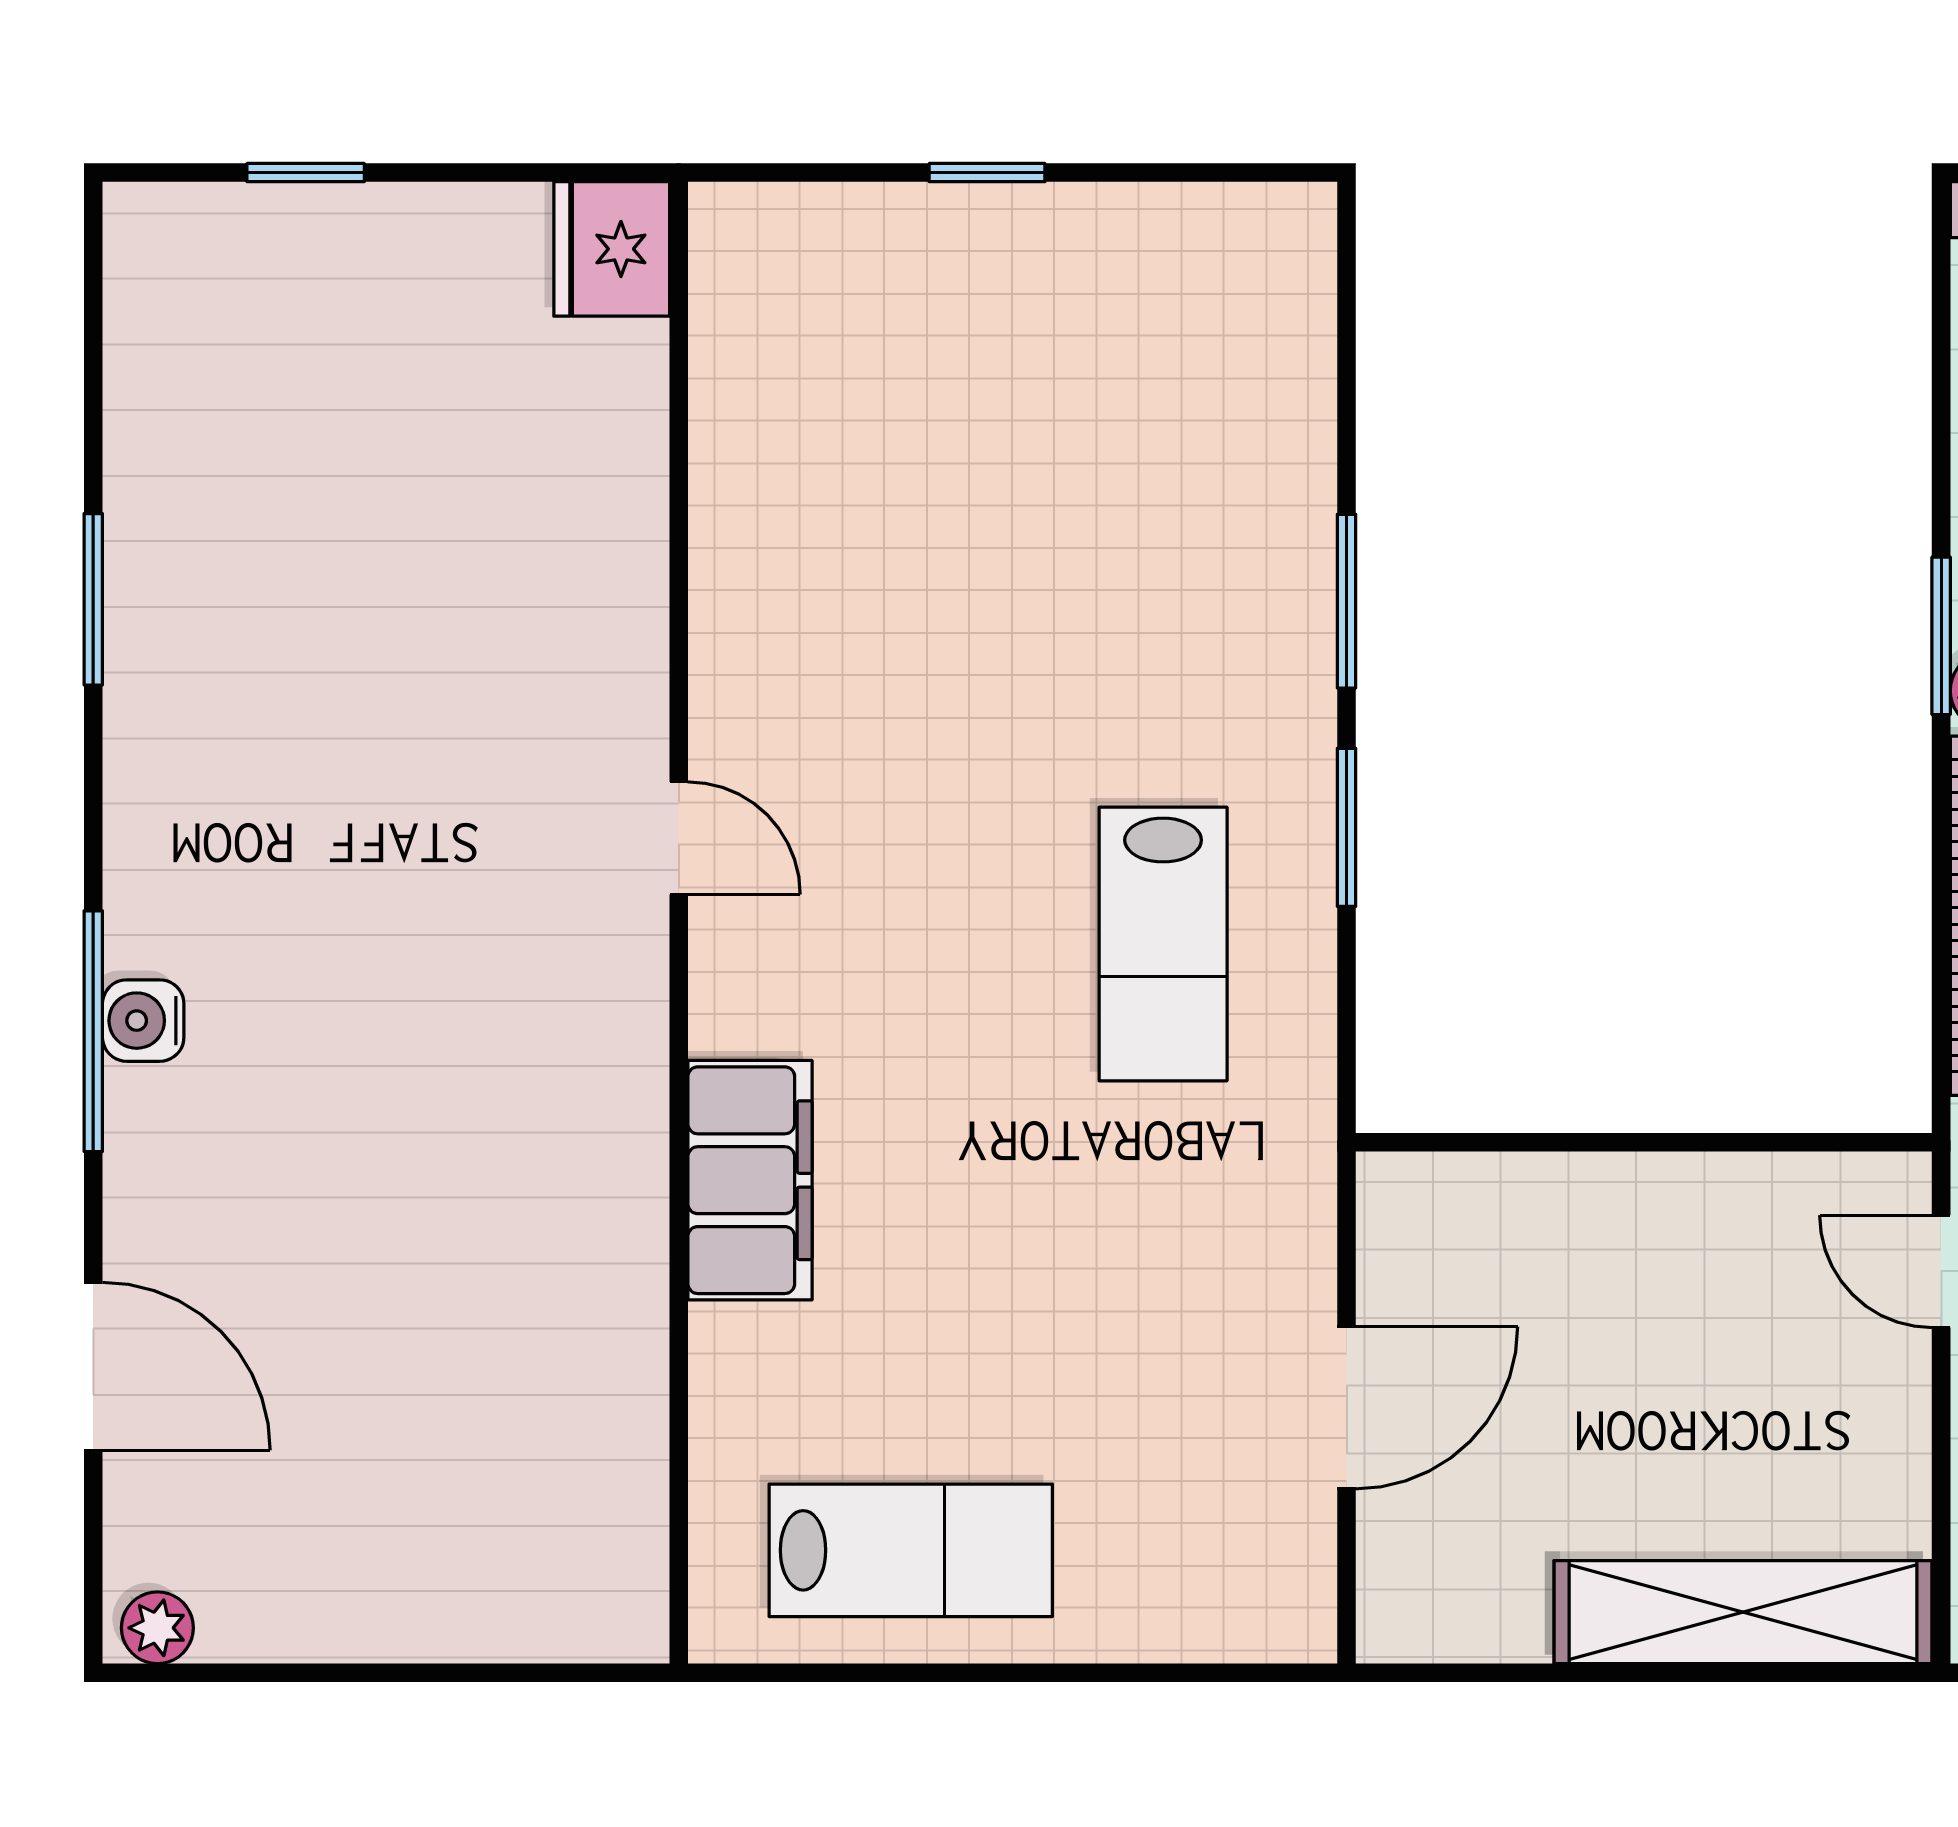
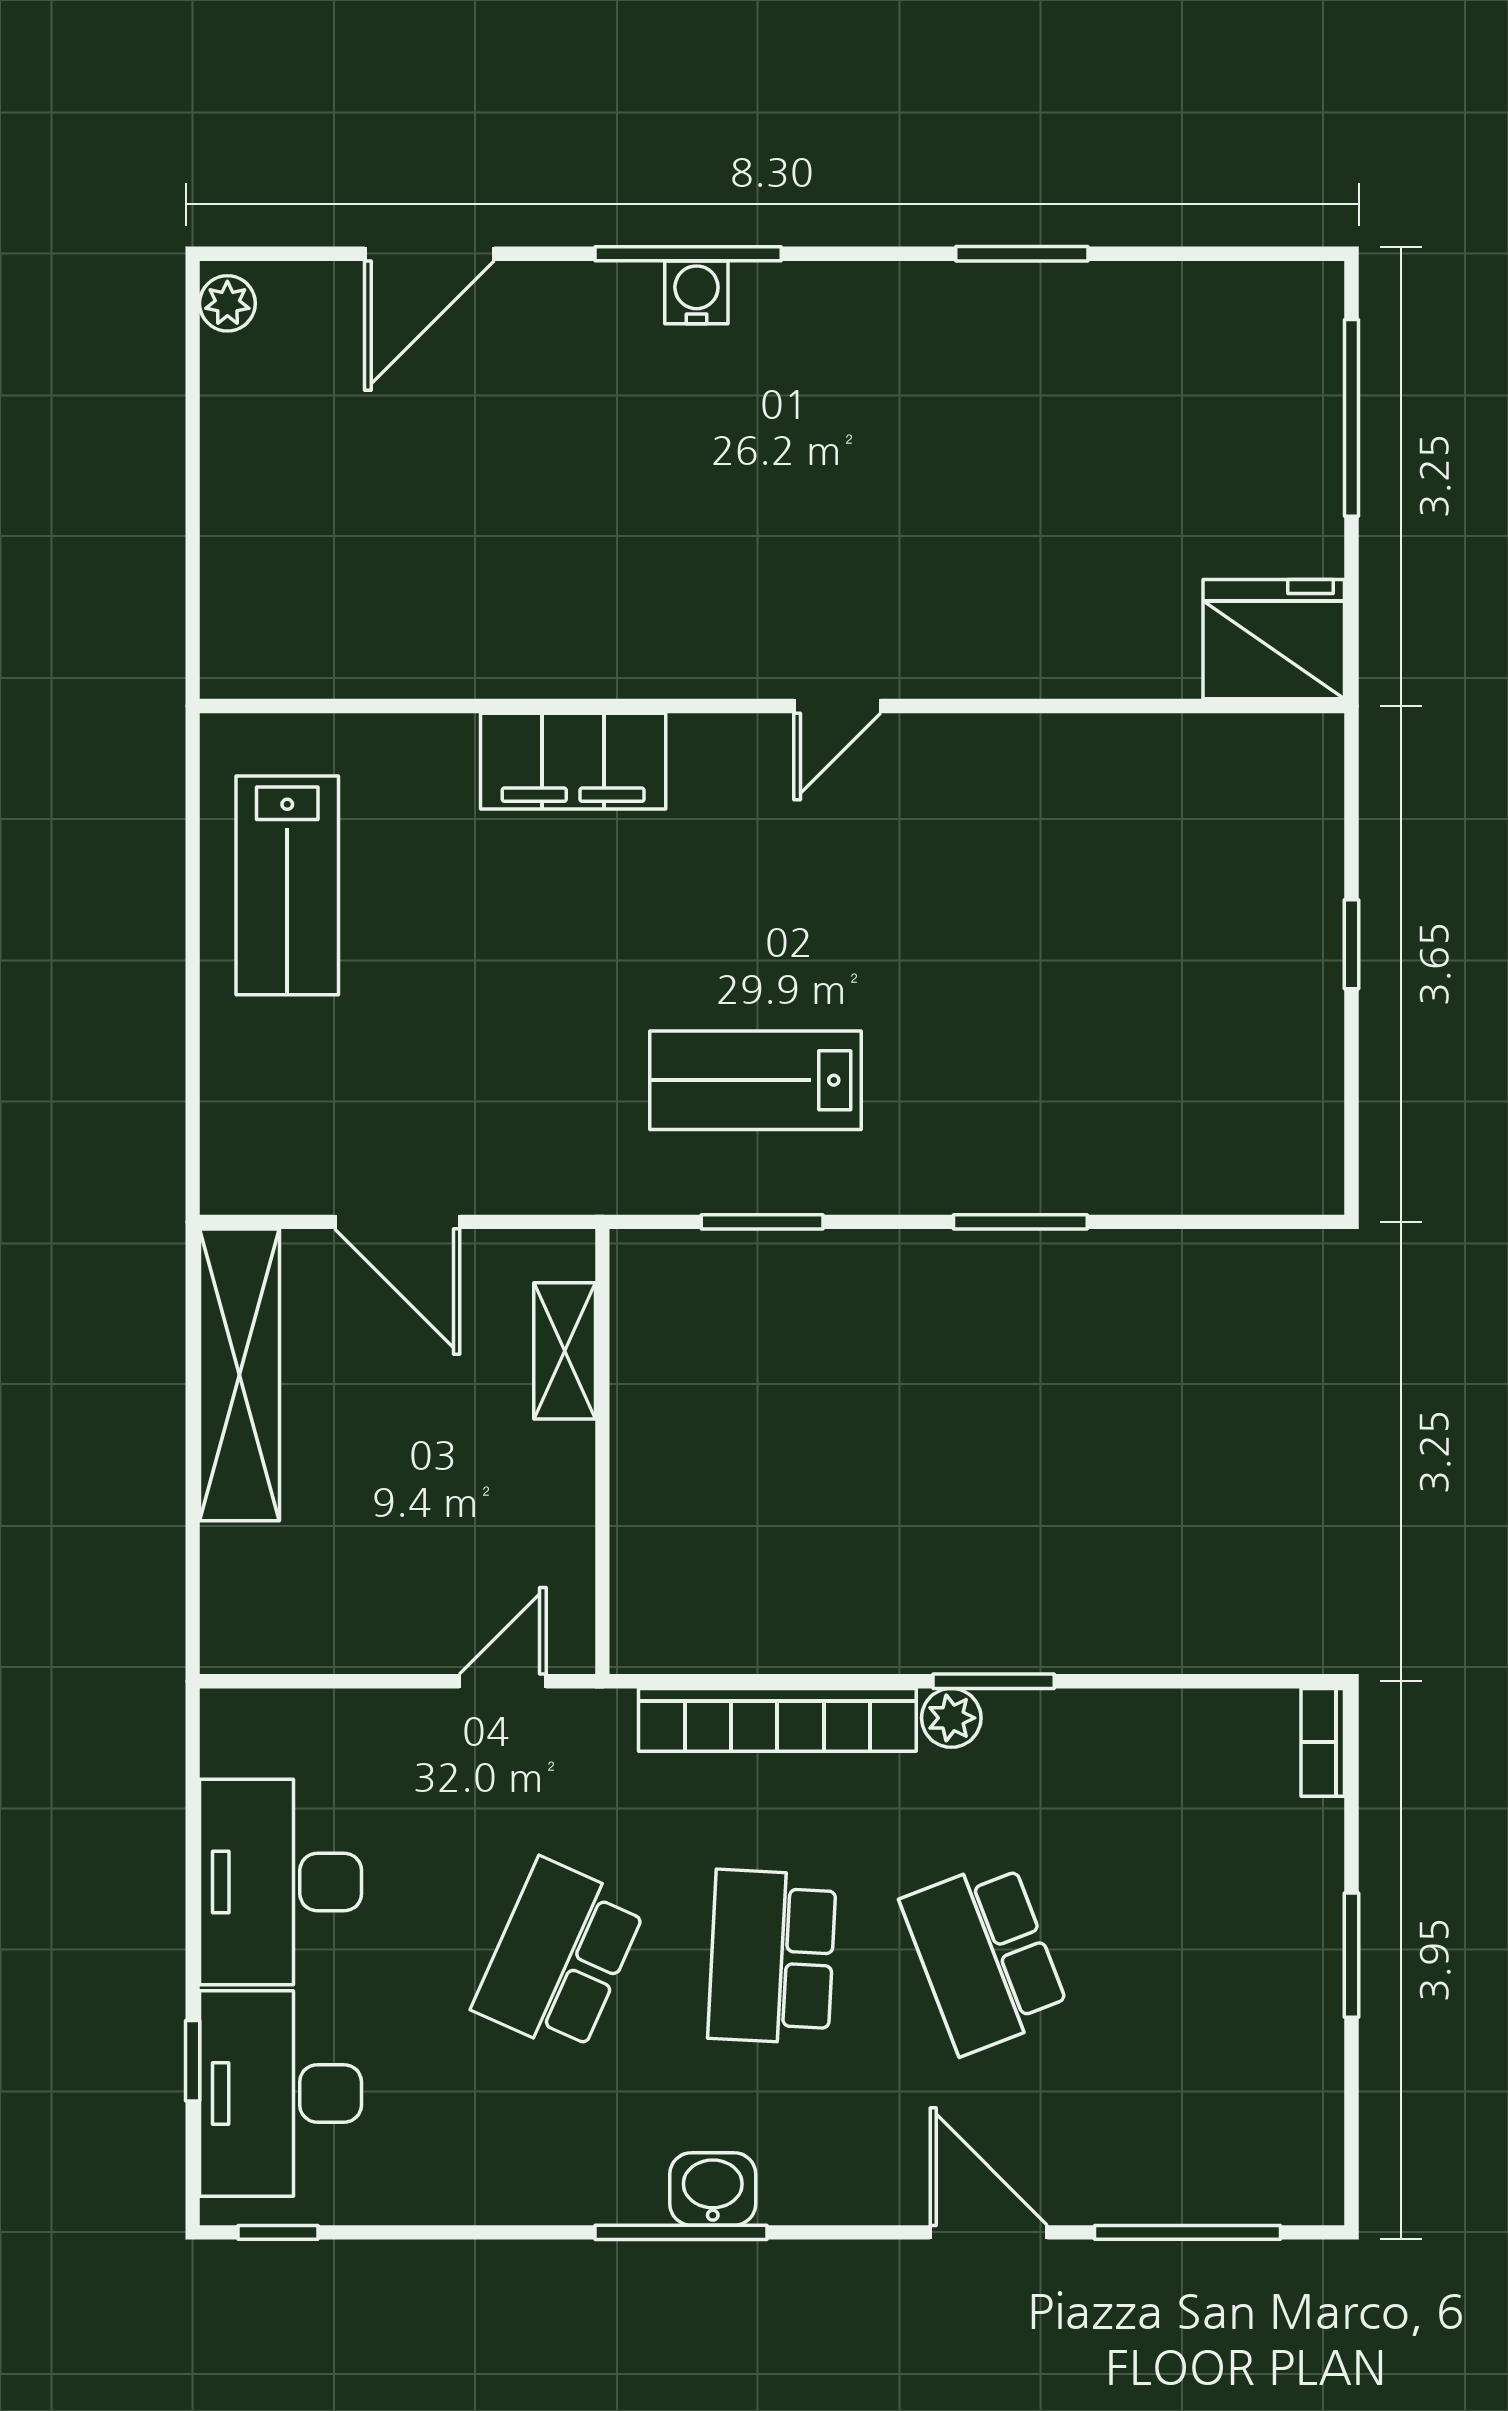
window: (306, 173) -> (1351, 418), width x2.17
fridge: (612, 249) -> (1274, 639), width x1.36, depth x1.34
window: (1347, 827) -> (762, 1222), moved
shelving: (1513, 1191) -> (565, 1351), added
shelving: (1743, 1612) -> (239, 1375), moved

